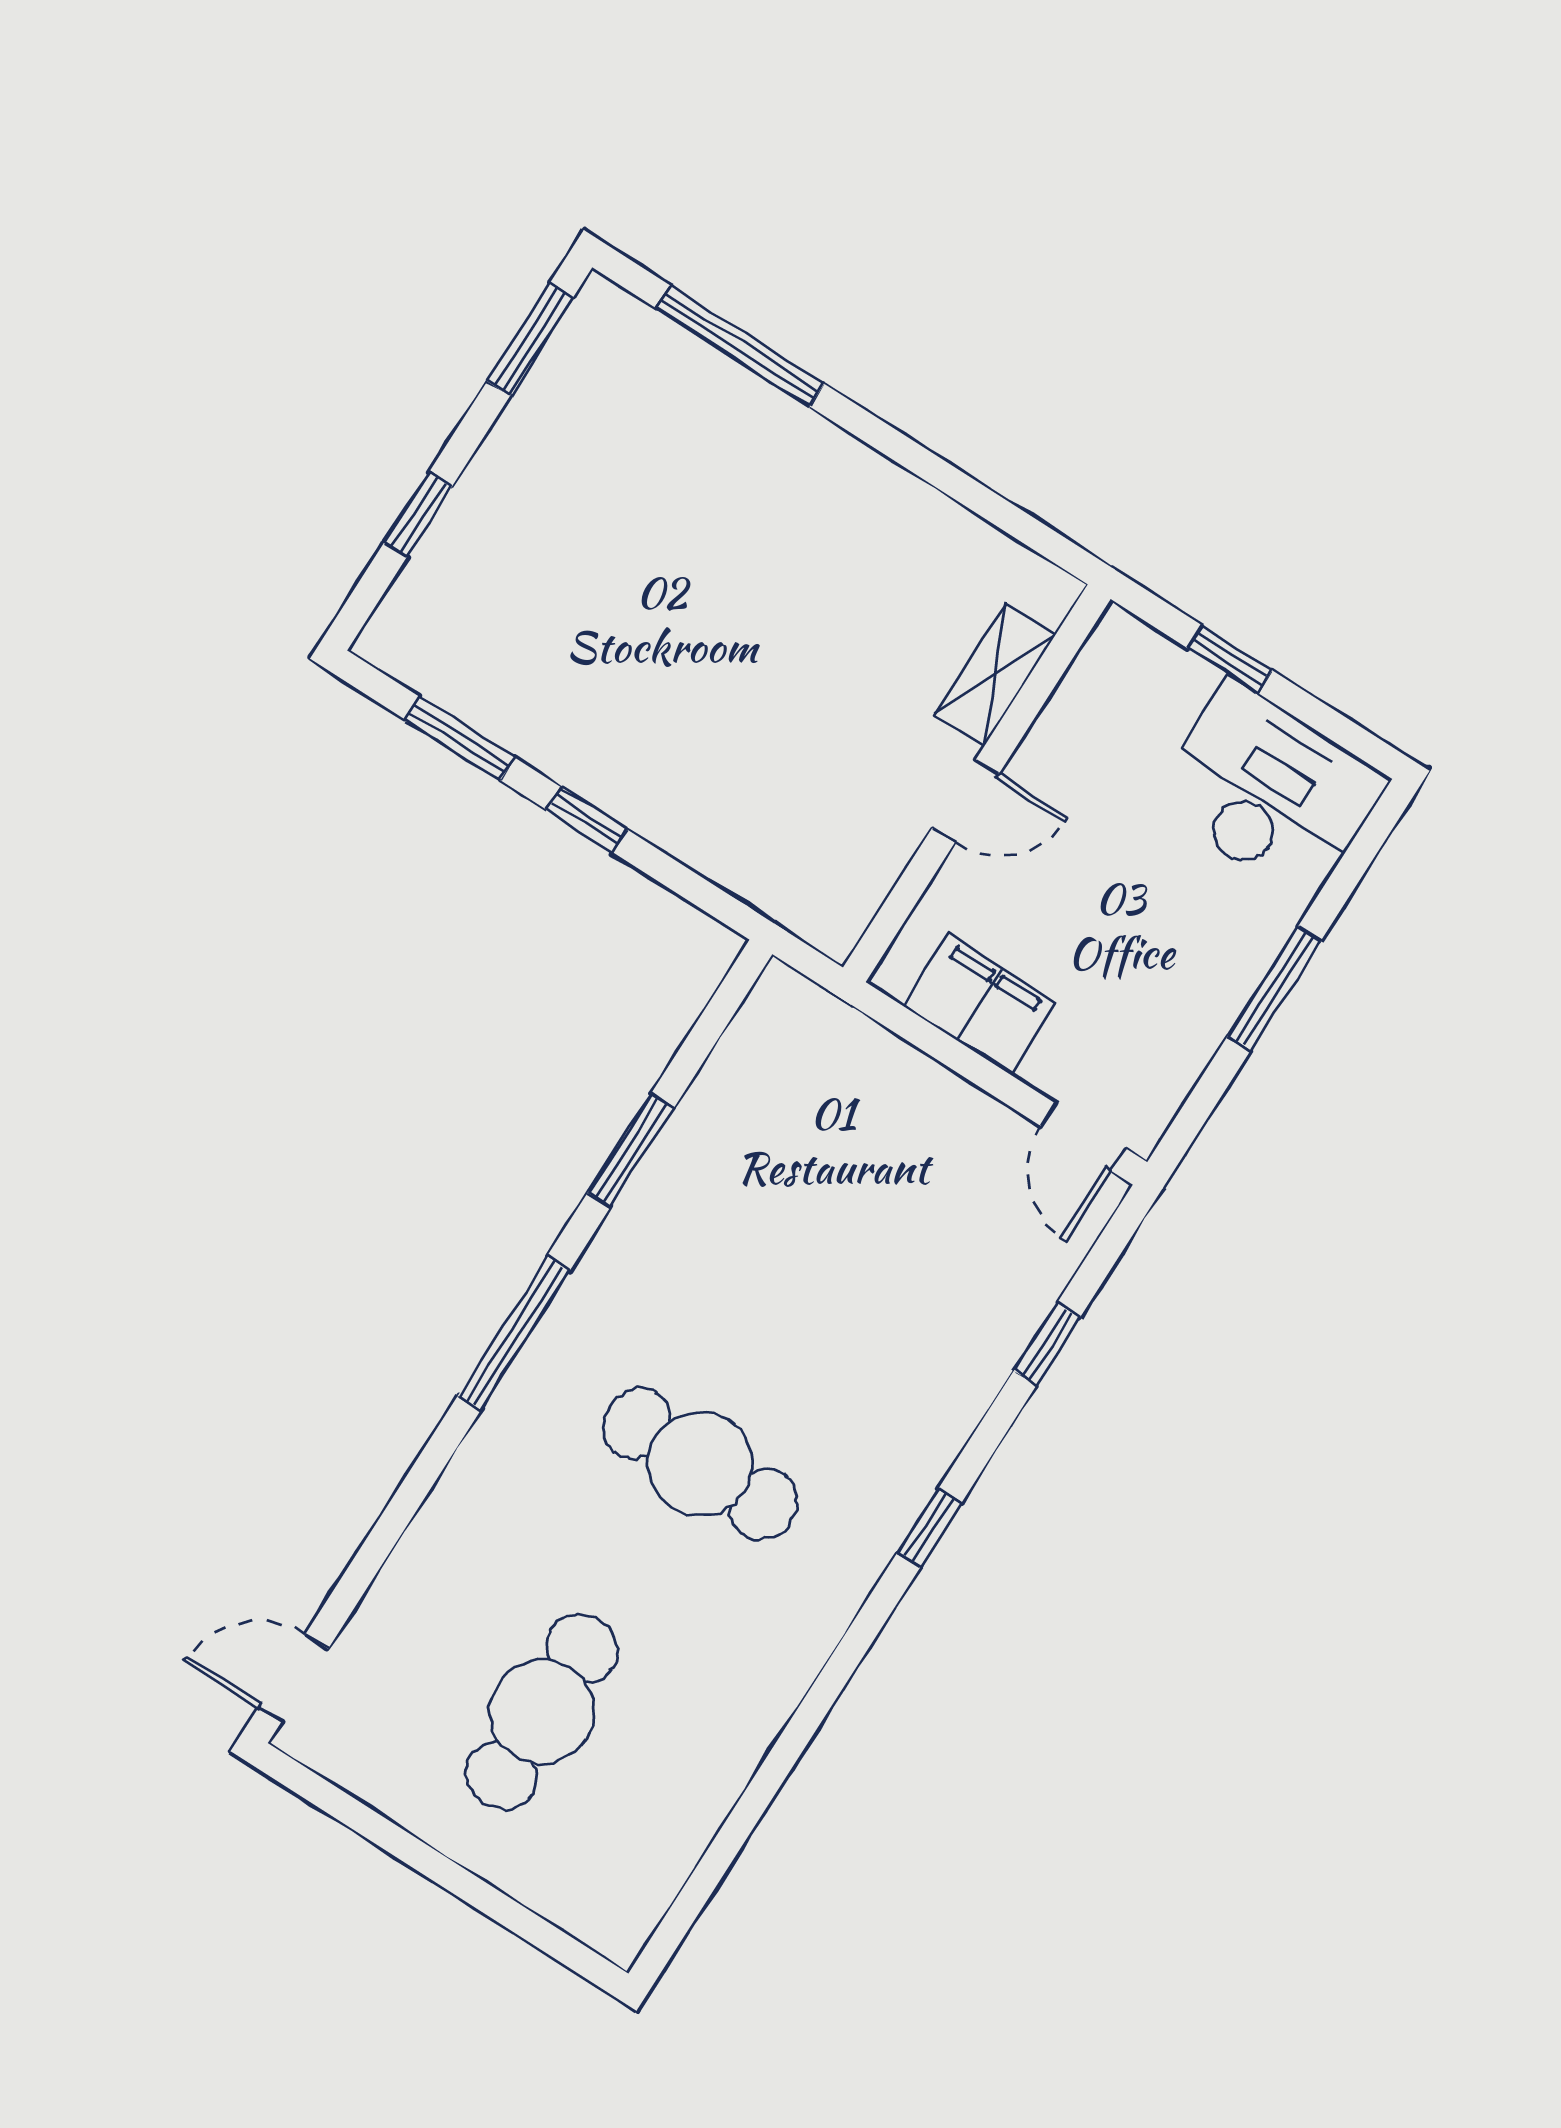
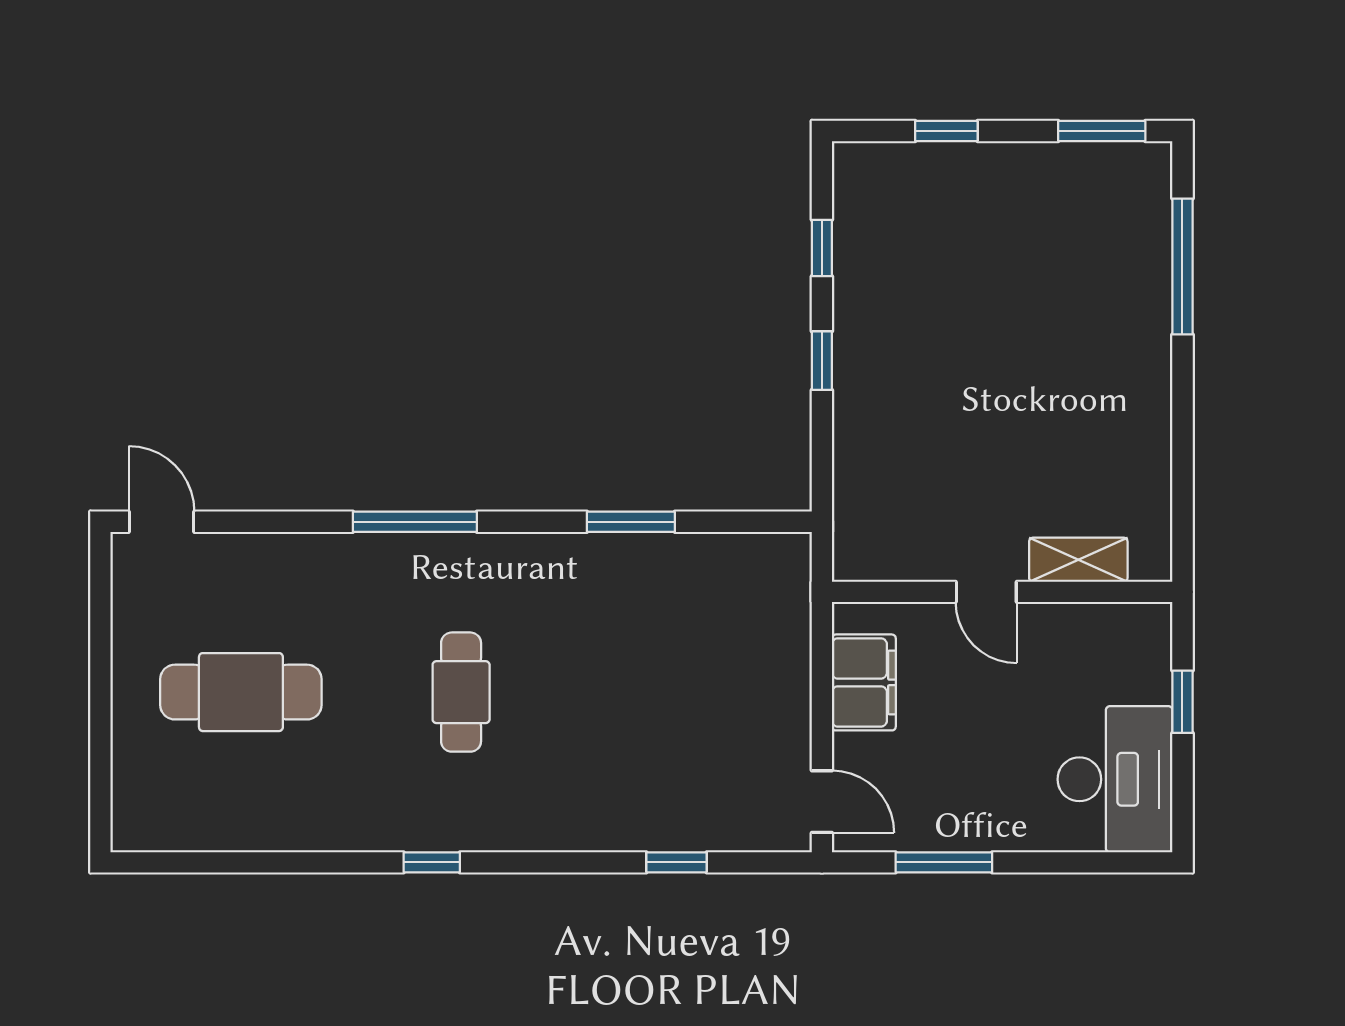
window: (460, 739) -> (822, 248), width x0.67
window: (1274, 989) -> (944, 862), moved
door: (1083, 1137) -> (822, 802), swing flipped
window: (514, 1333) -> (415, 522), moved
cafe table: (700, 1464) -> (461, 692), width x0.73, depth x0.74
window: (929, 1528) -> (432, 862), moved

